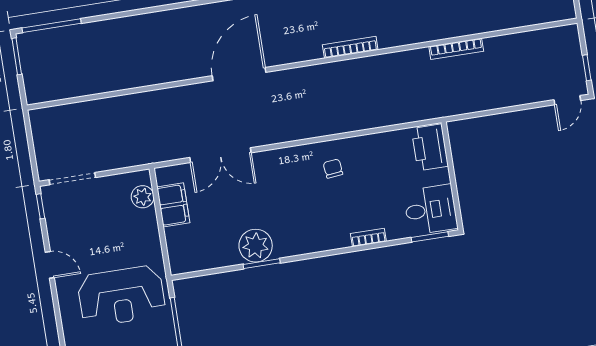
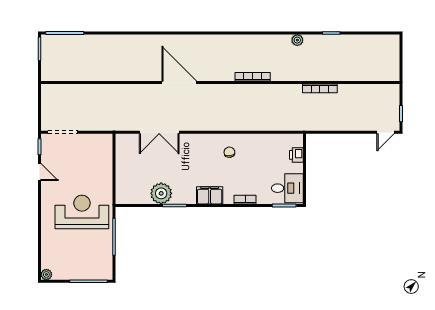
door: (239, 74) -> (179, 83), hinge flipped
printer: (430, 147) -> (296, 155), width x0.53, depth x0.68
plant: (143, 197) -> (105, 151), removed
filing cabinet: (173, 205) -> (210, 195), moved, turned -90
plant: (256, 246) -> (161, 193), moved
door: (50, 265) -> (40, 172), moved
reception desk: (121, 296) -> (82, 212), turned 180

